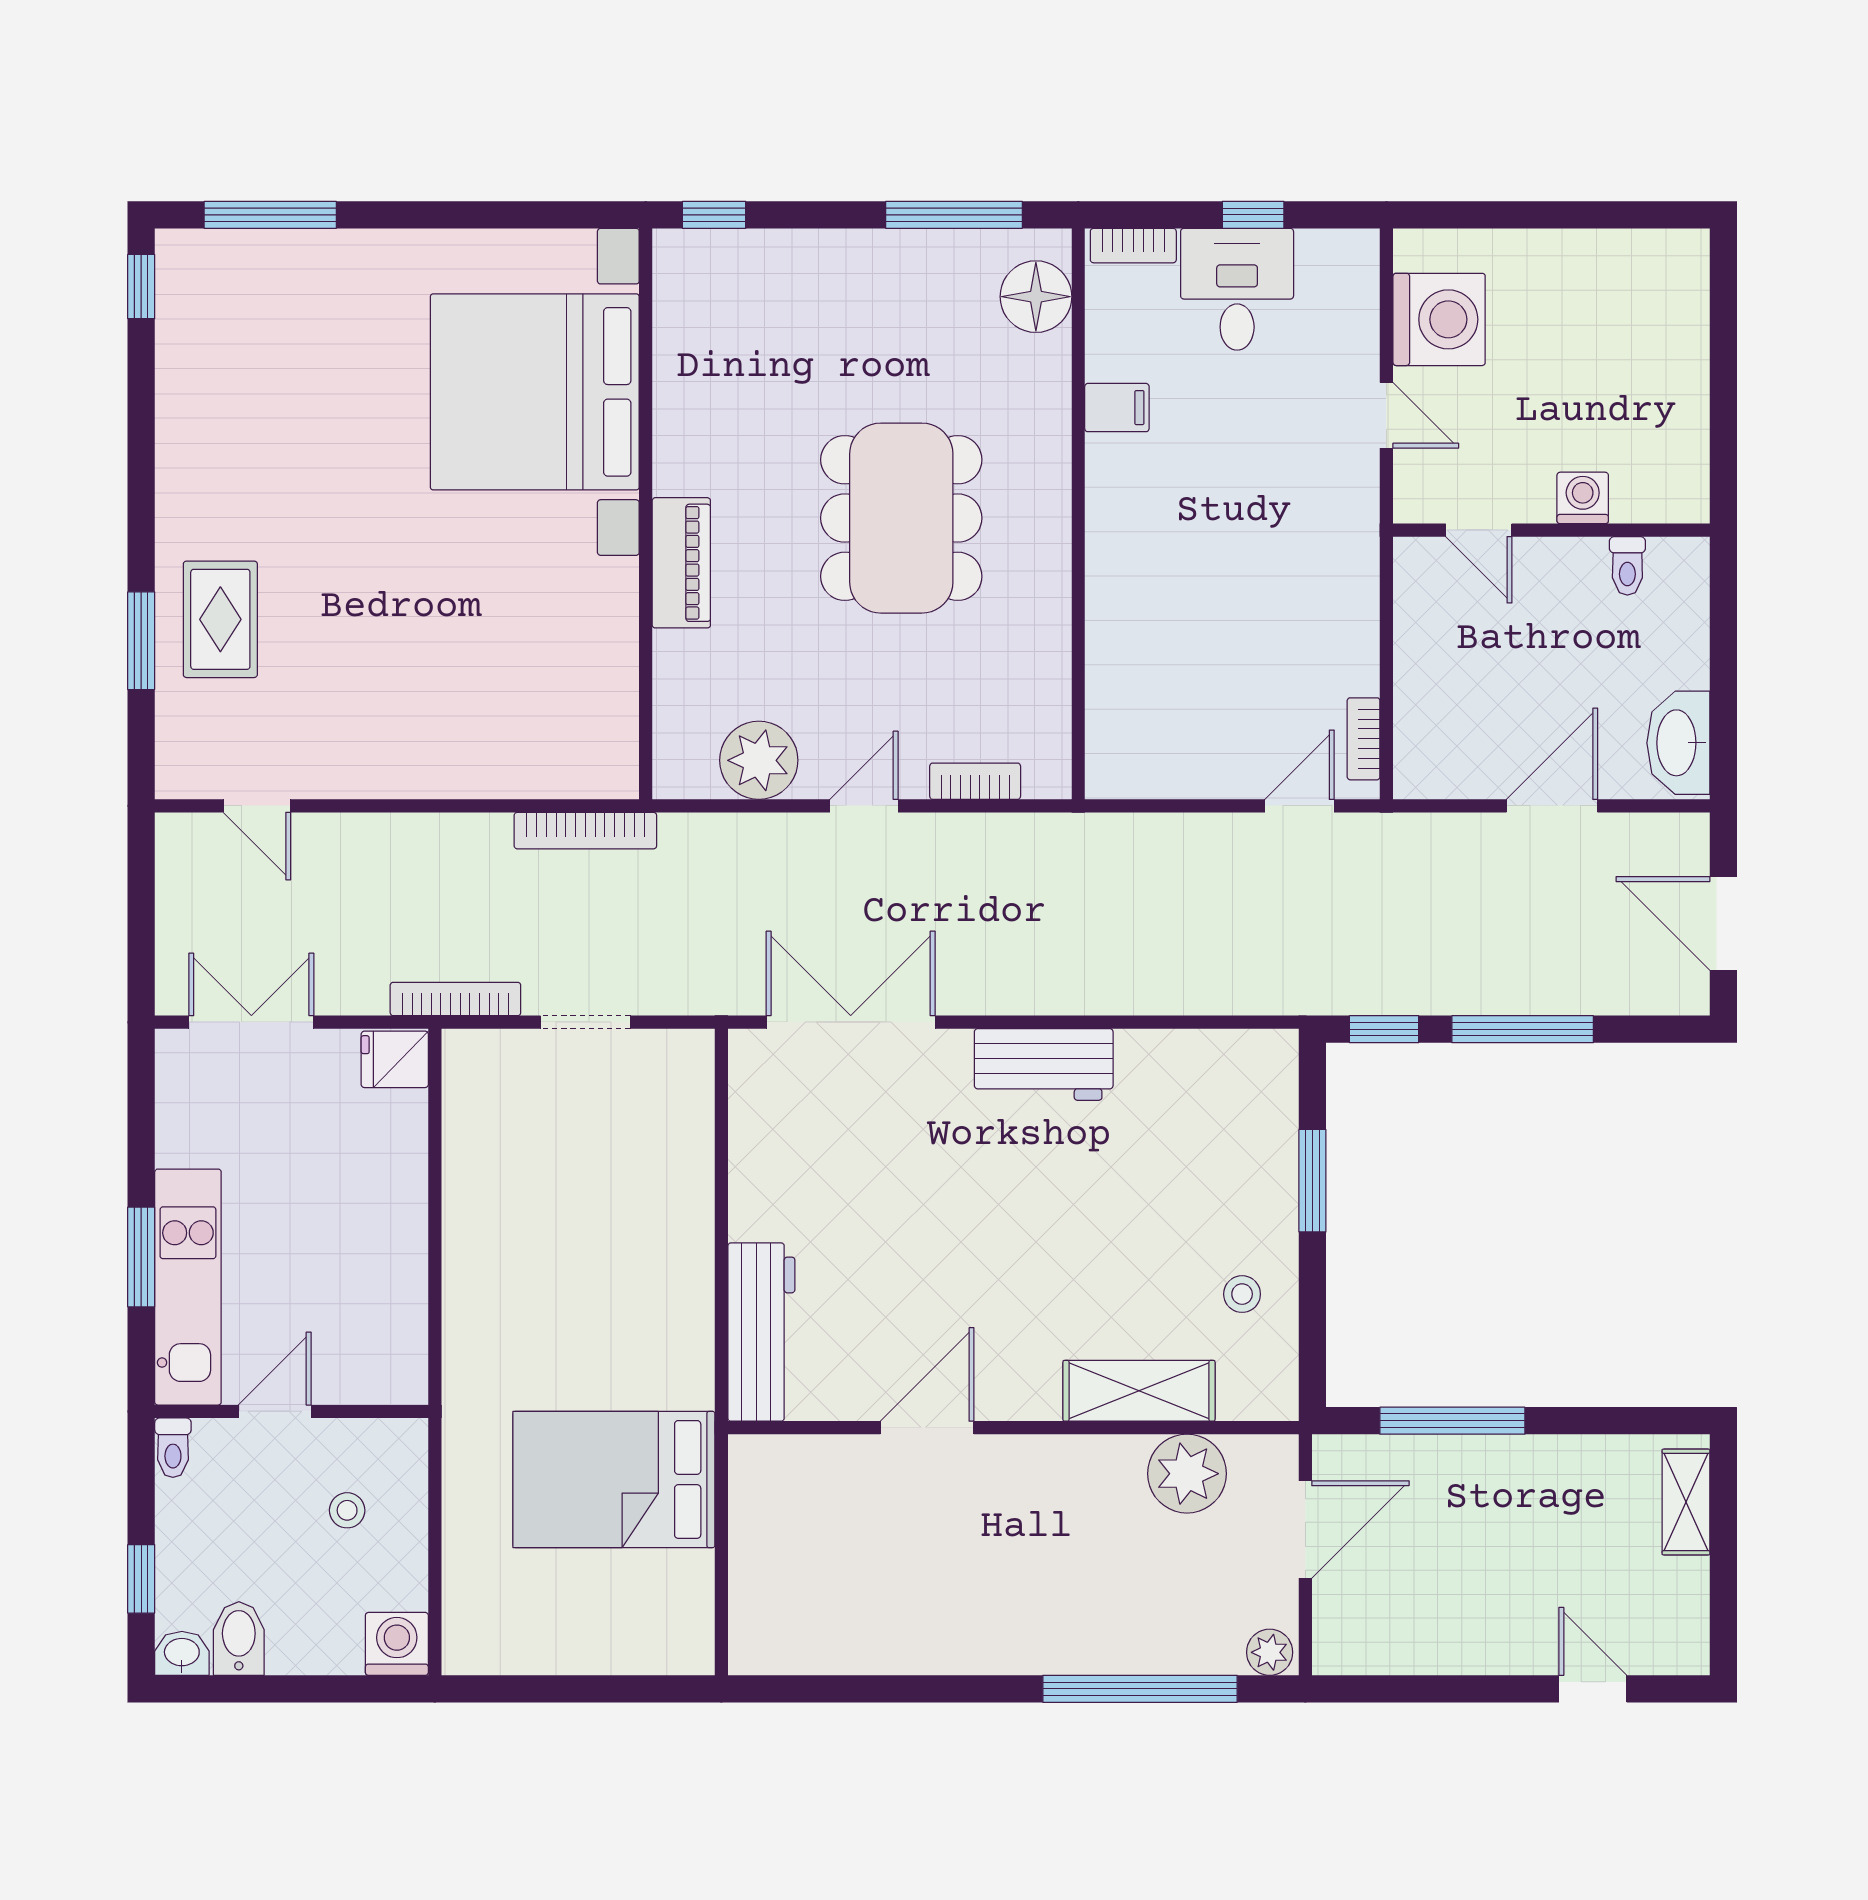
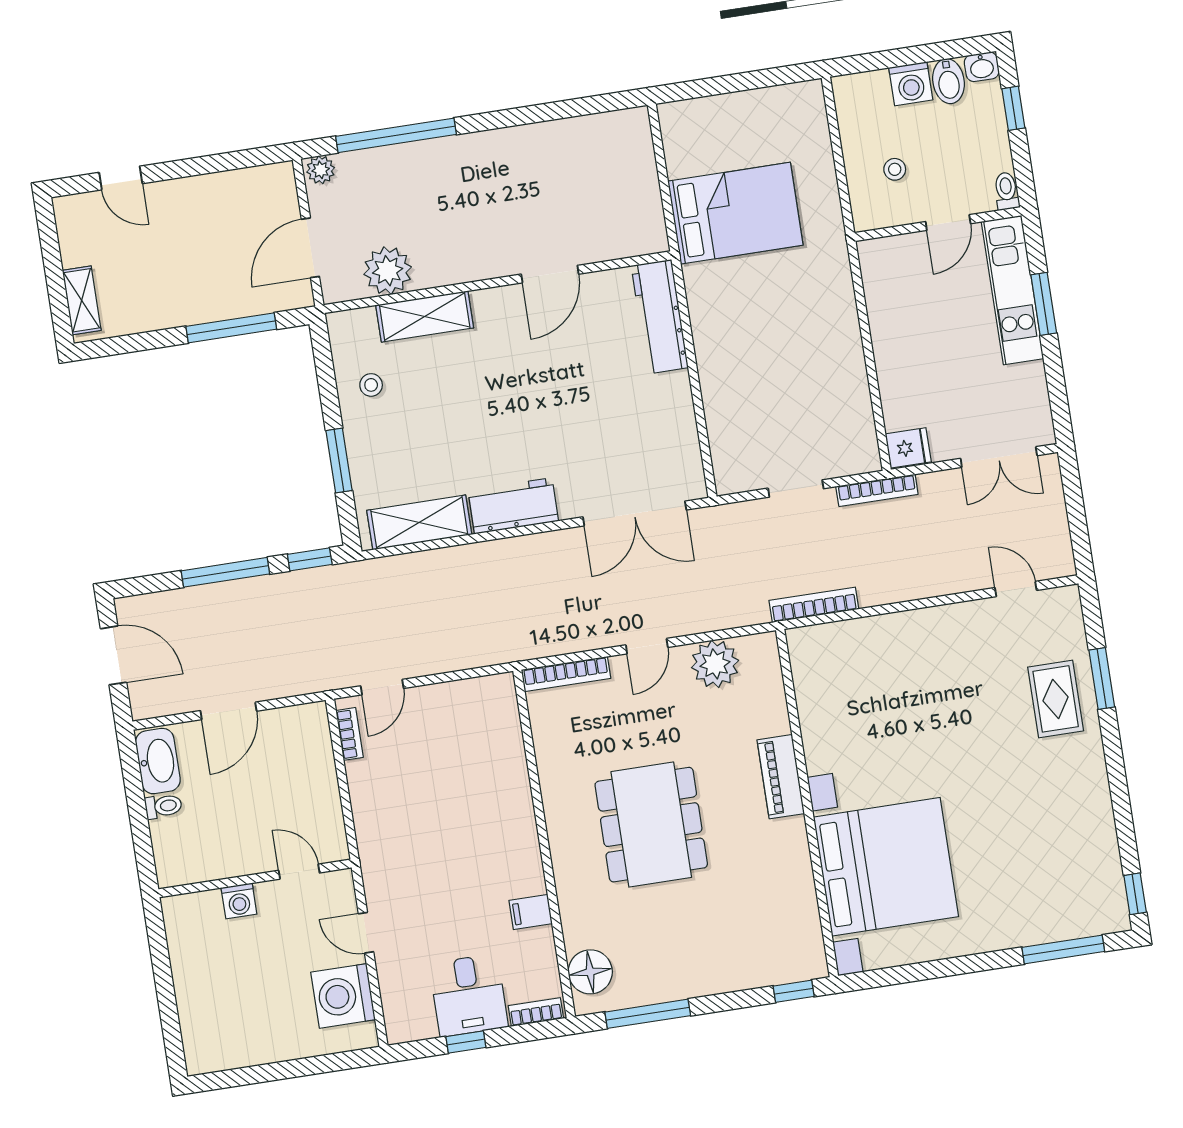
toilet: (1627, 566) -> (163, 806), moved, turned 90
bookcase: (975, 781) -> (566, 674), width x1.56
shelving: (1199, 1061) -> (419, 522), added
washing machine: (397, 1644) -> (911, 84), moved

